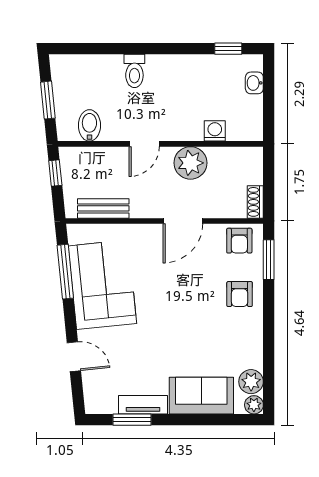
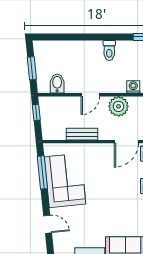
toilet: (134, 71) -> (109, 50), moved
bench: (103, 208) -> (82, 134), moved
door: (183, 221) -> (126, 142), moved

